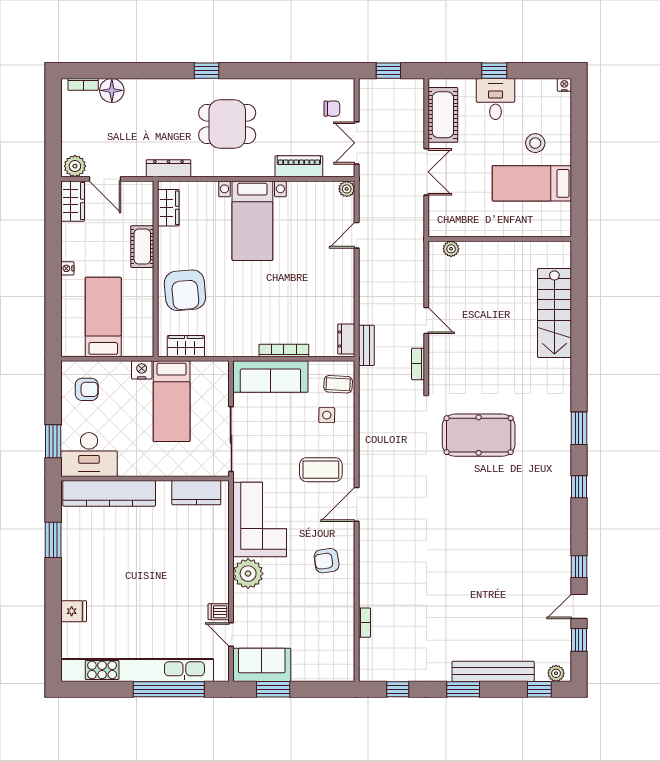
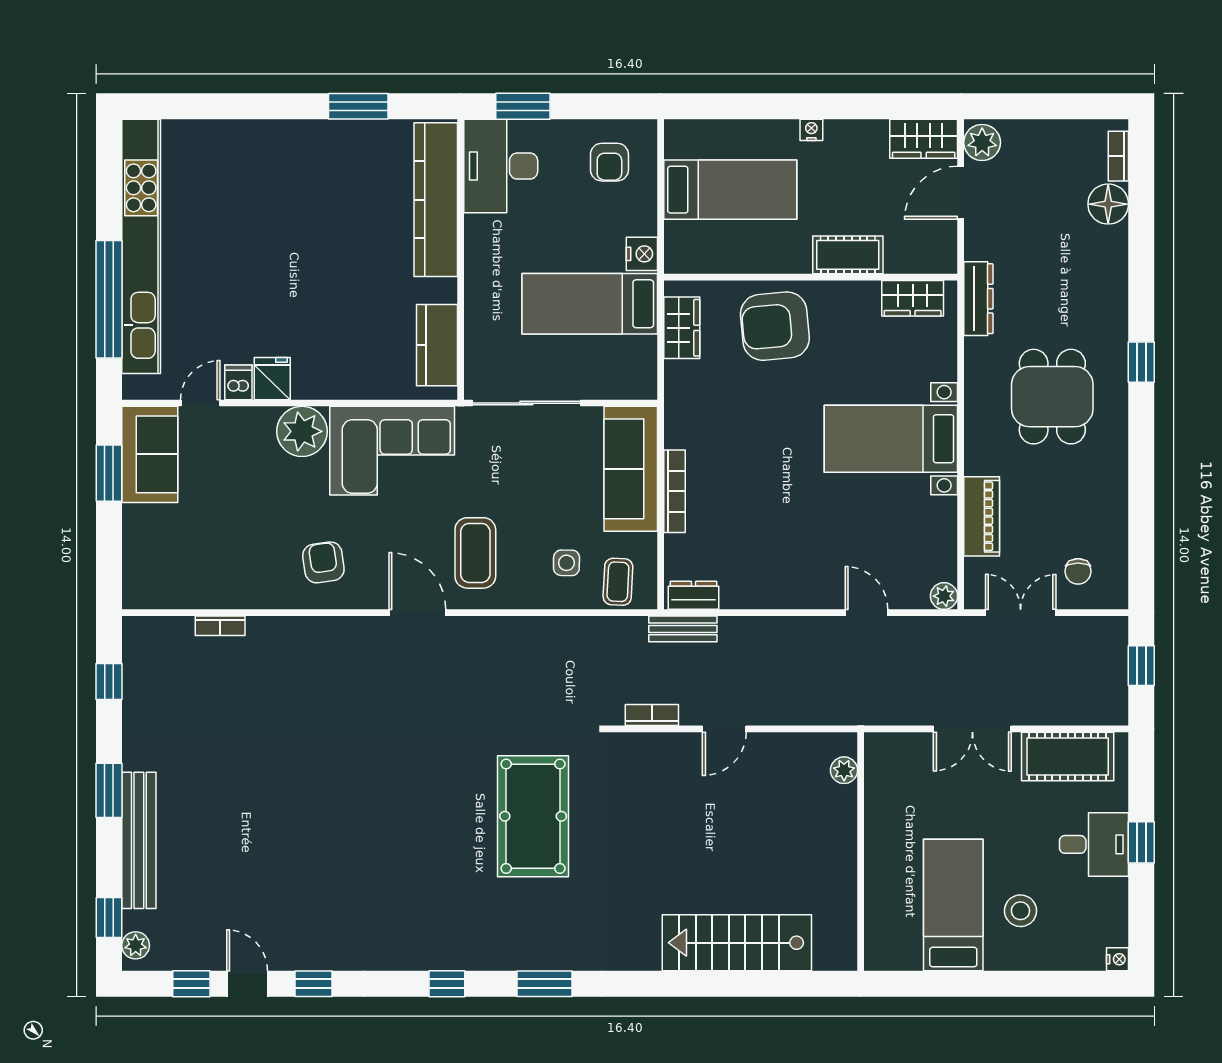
fridge: (74, 611) -> (272, 379), moved, turned 180

